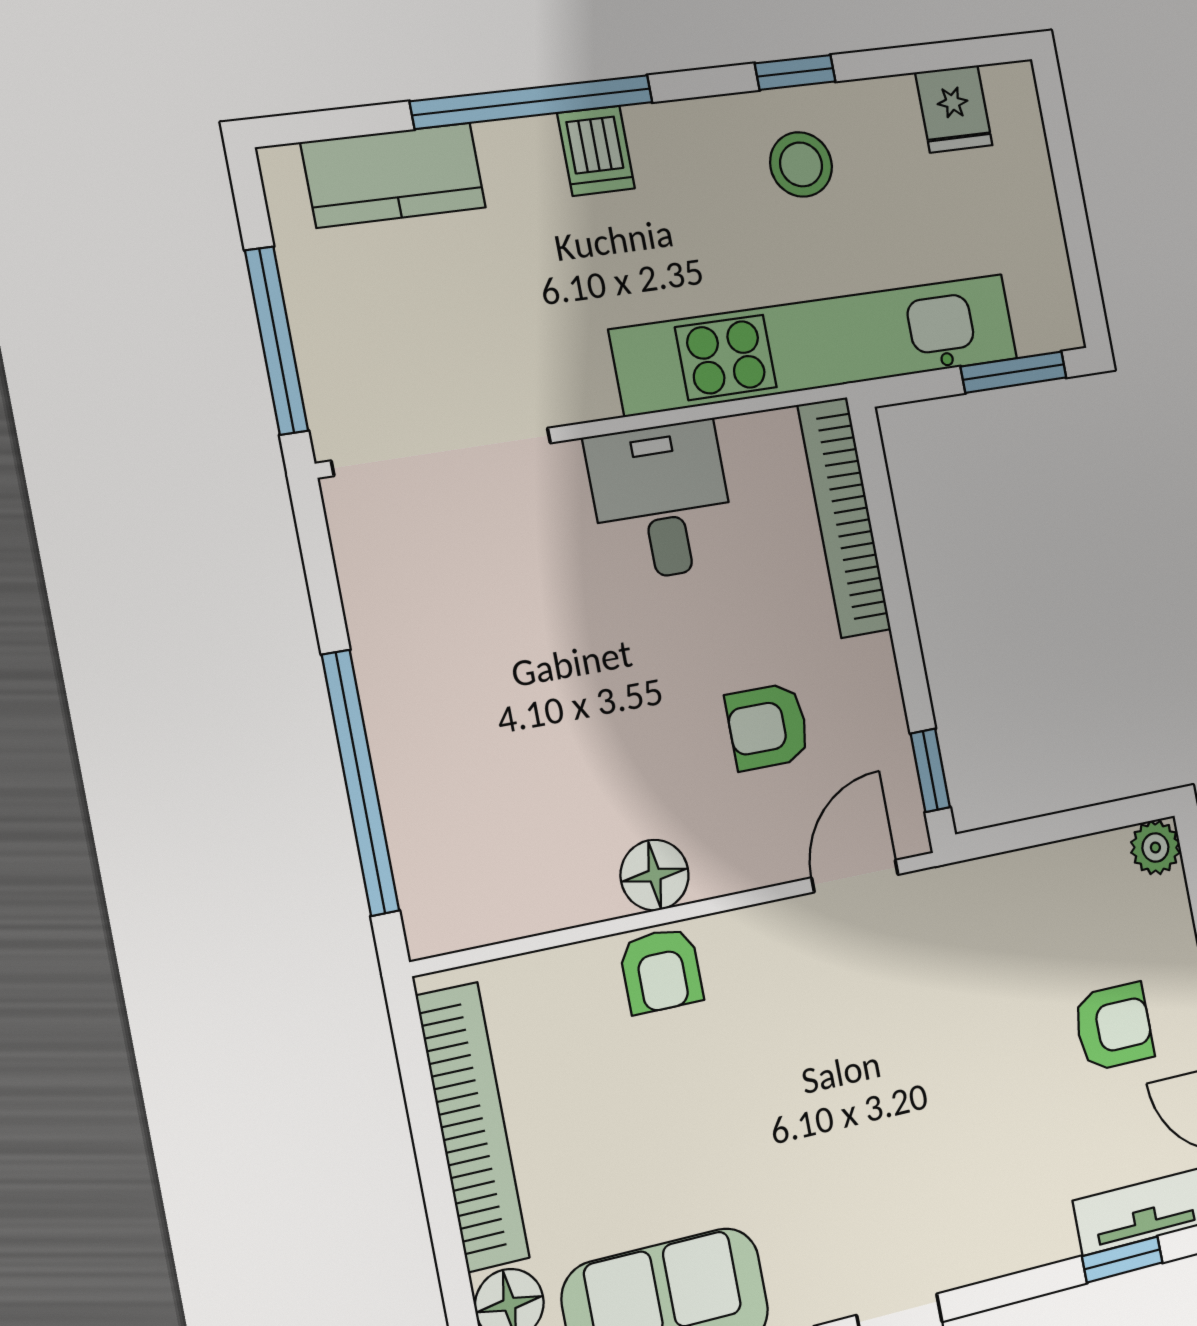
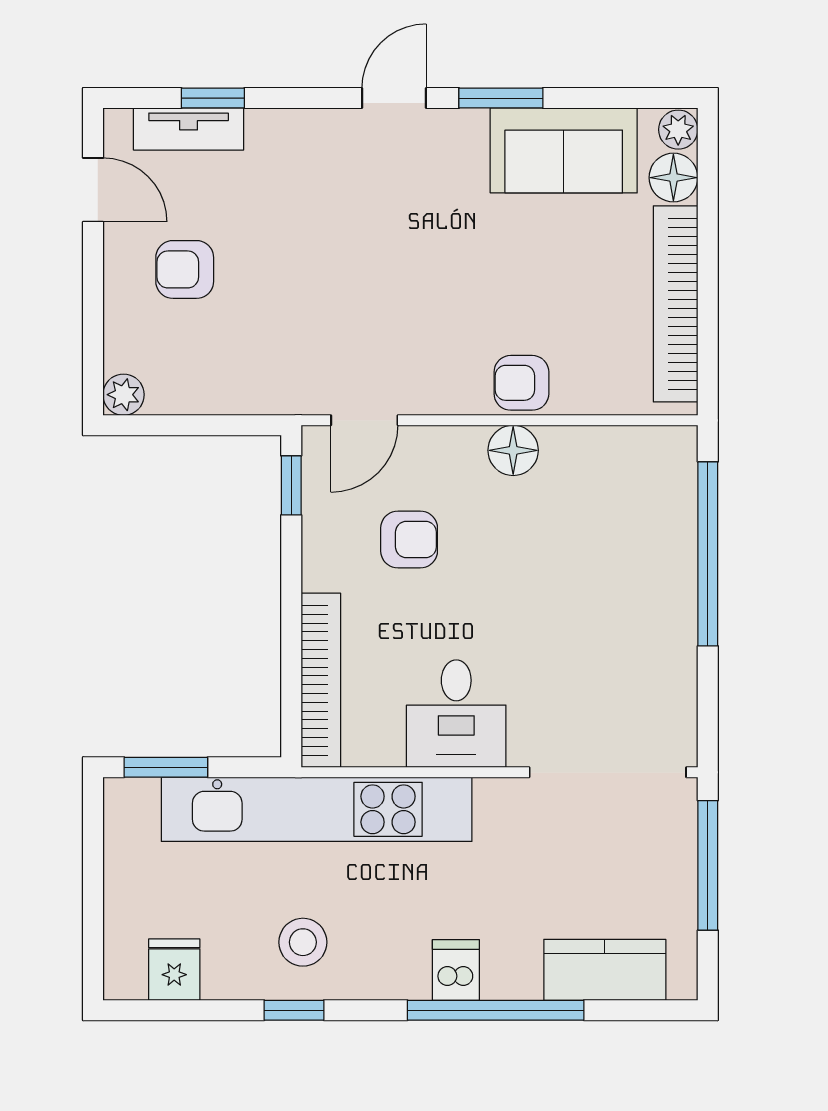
armchair: (661, 970) -> (521, 383), turned -90

